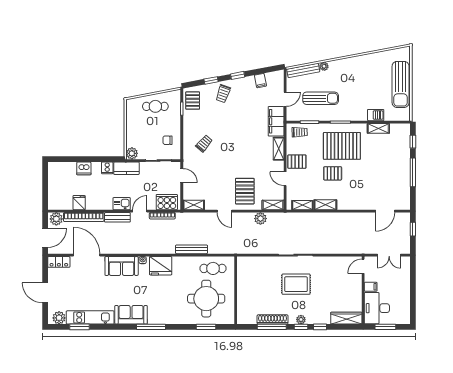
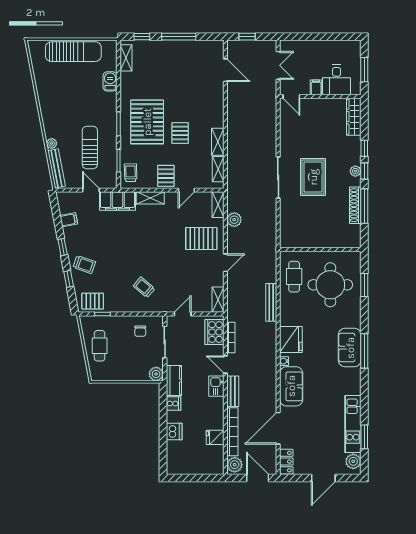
shelving: (378, 128) -> (126, 58), moved
desk: (377, 308) -> (337, 80), width x0.73
sofa: (131, 315) -> (350, 348), moved

